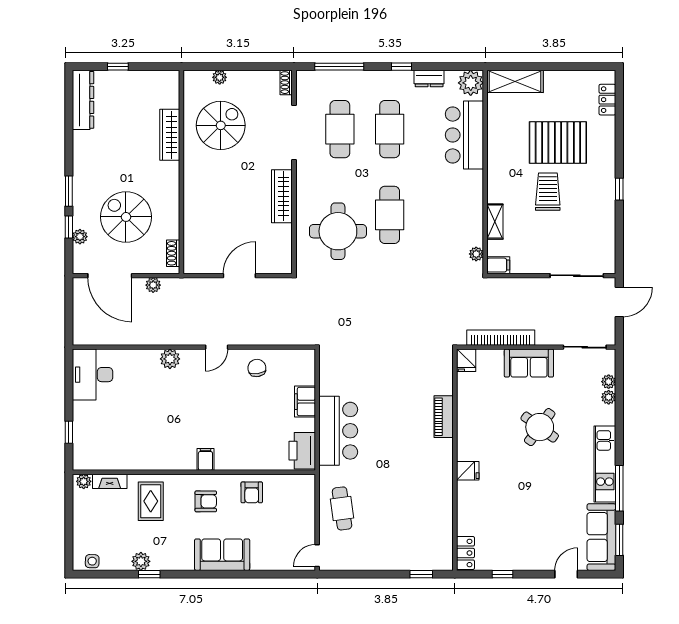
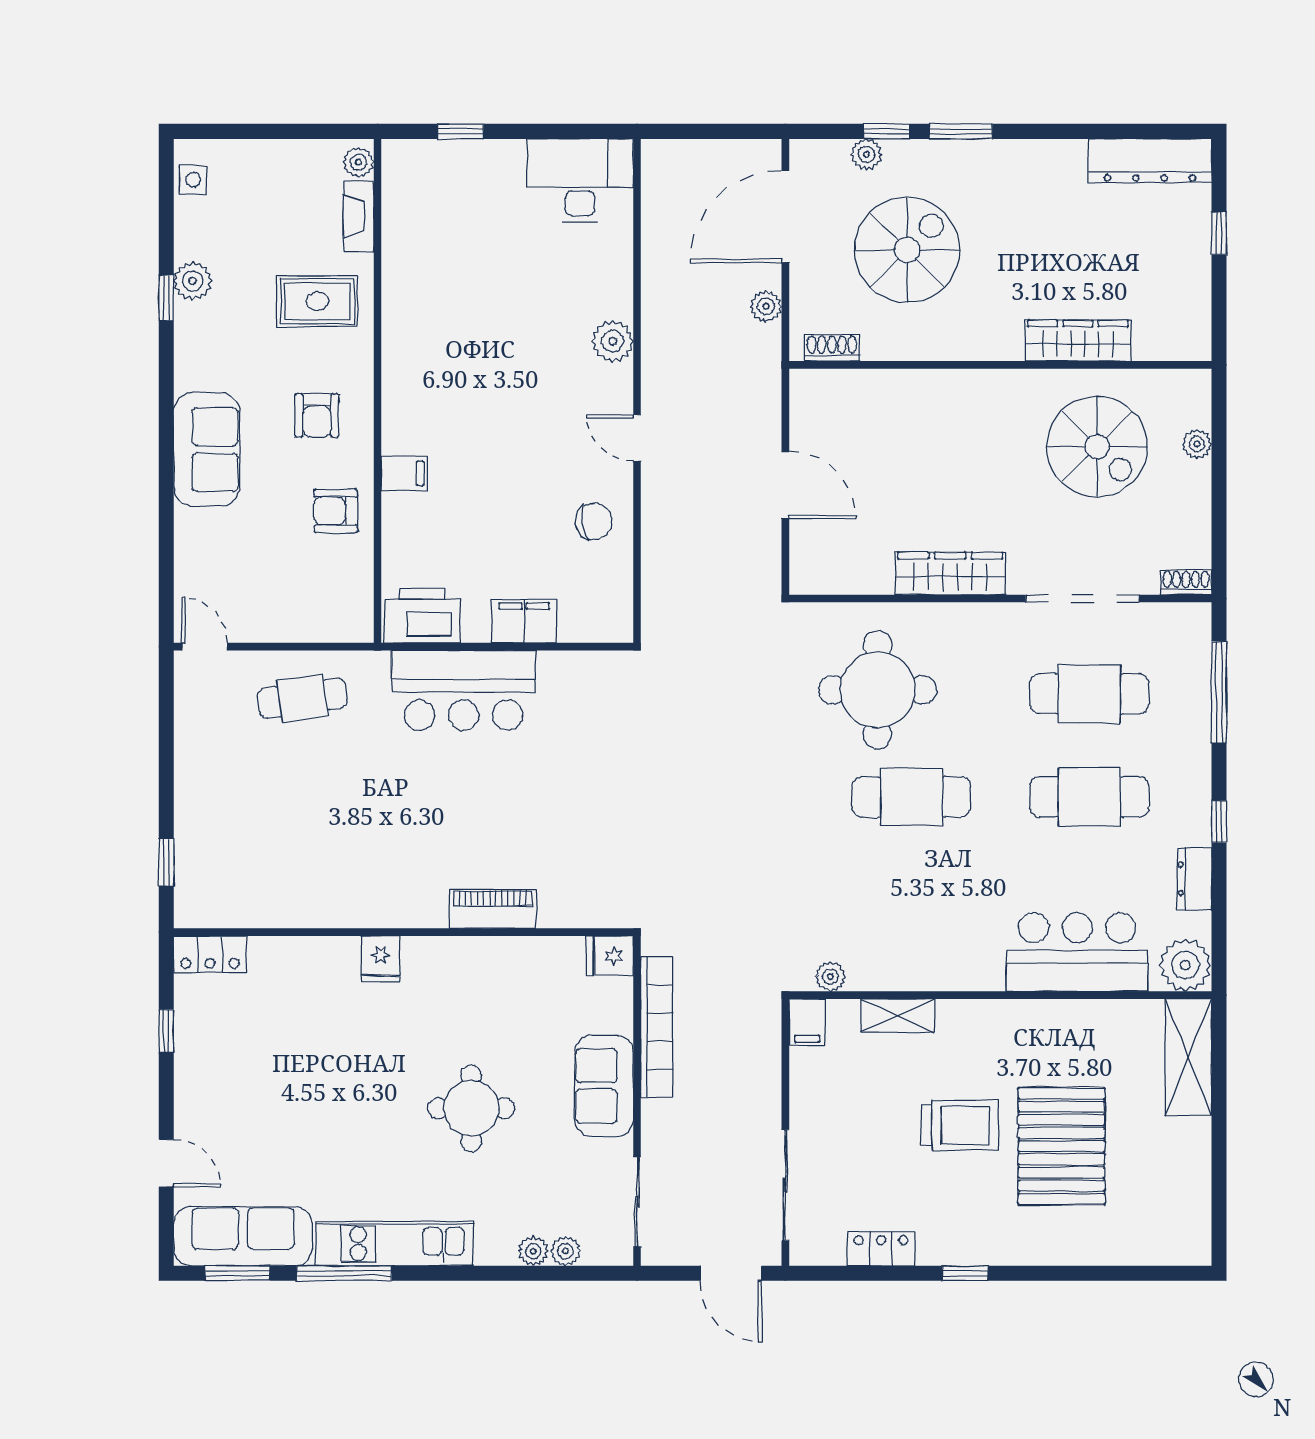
locker: (607, 100) -> (881, 1249), moved
round table: (540, 427) -> (471, 1108), turned -36
filing cabinet: (205, 459) -> (404, 473), moved

